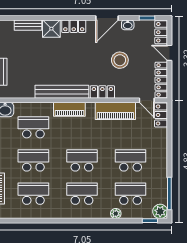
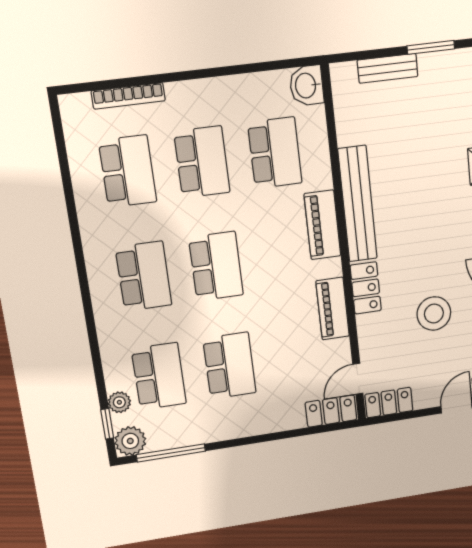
locker: (161, 80) -> (389, 403), width x0.66
piano: (115, 111) -> (333, 309), width x0.73, depth x0.75
plant: (116, 214) -> (119, 402), moved

